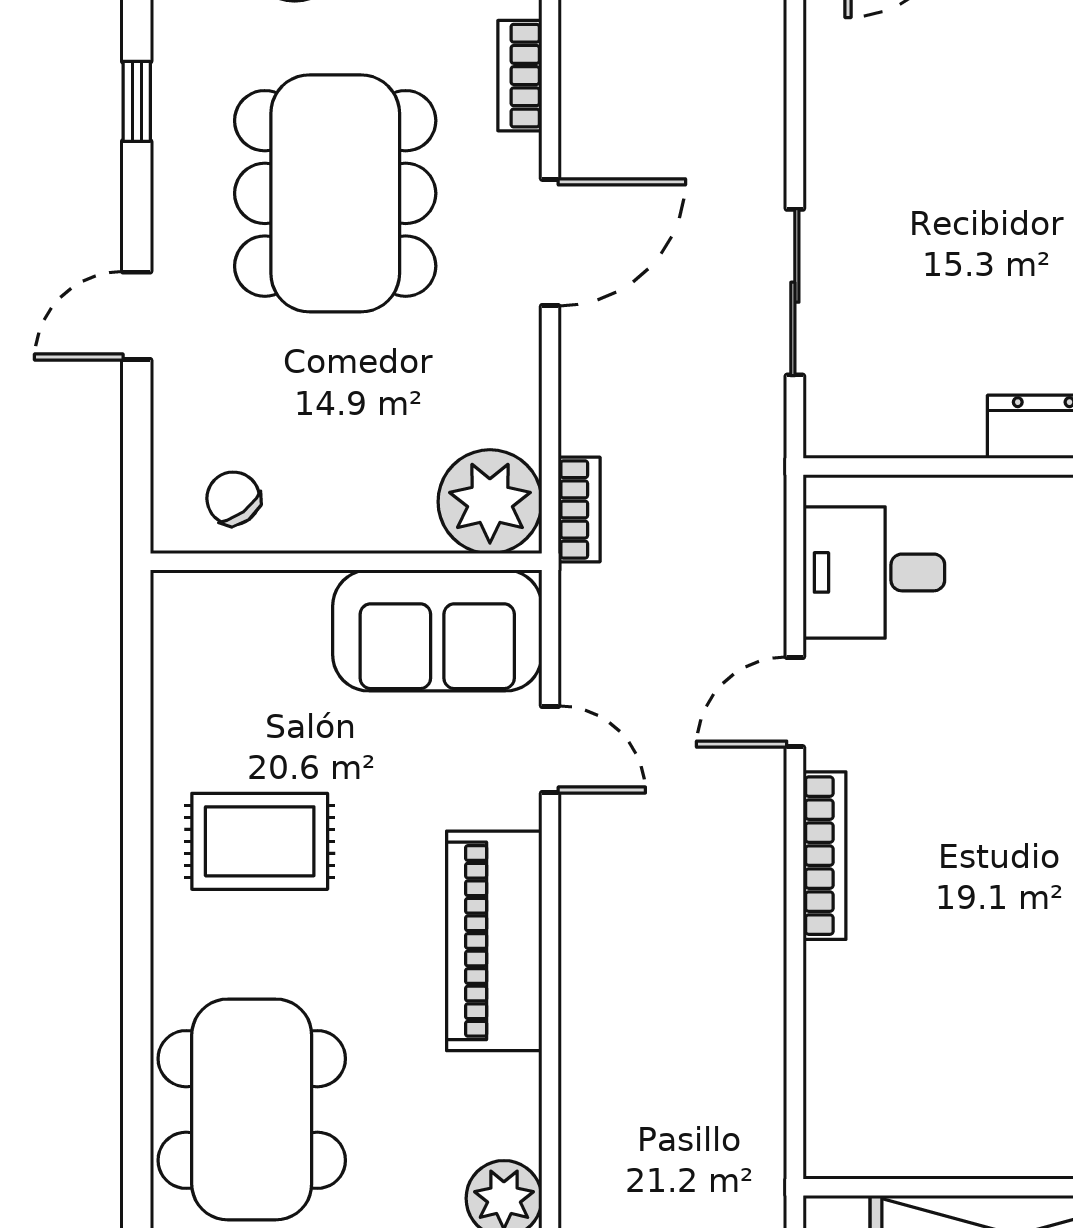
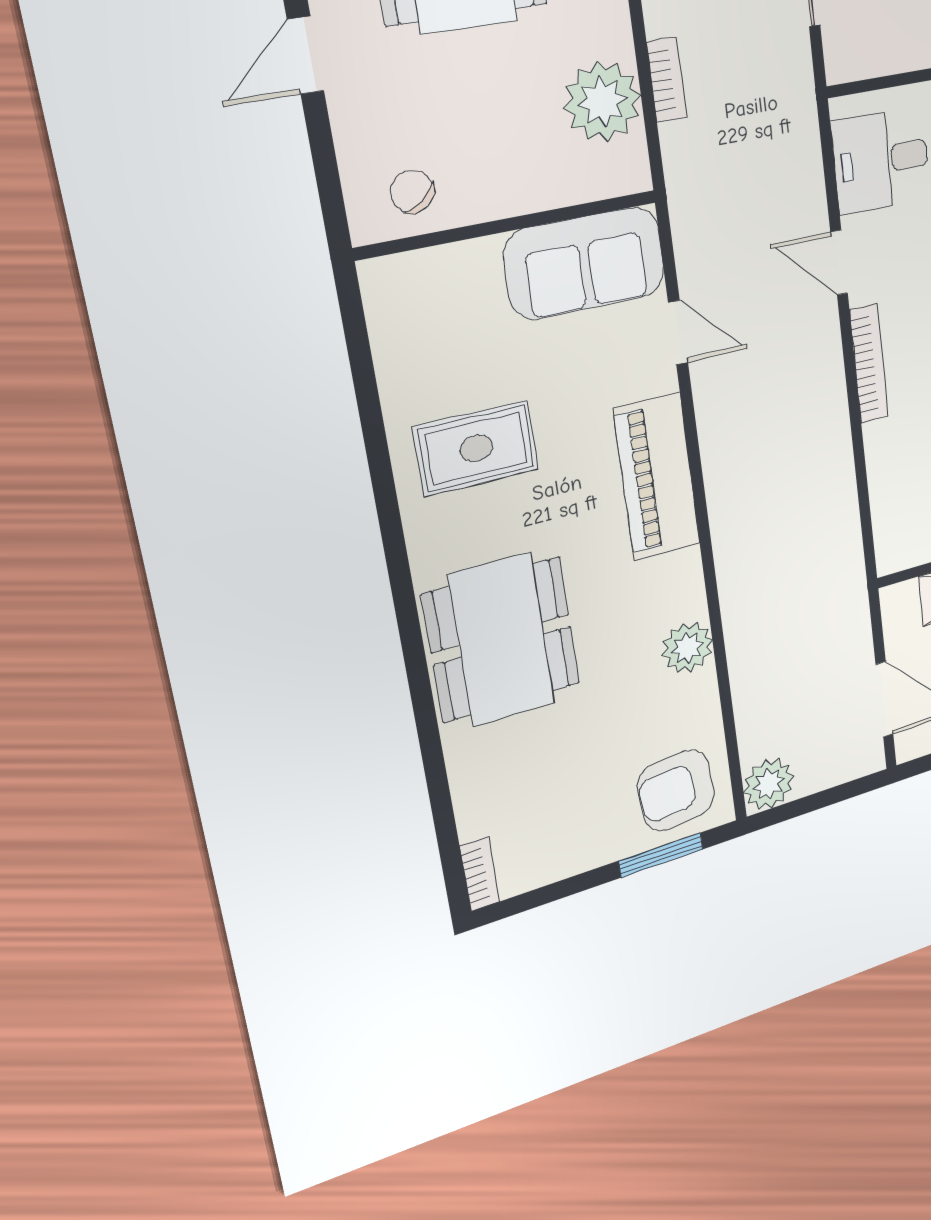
plant: (490, 502) -> (603, 102), moved
bookcase: (579, 509) -> (667, 80), moved
door: (795, 702) -> (839, 263), hinge flipped

